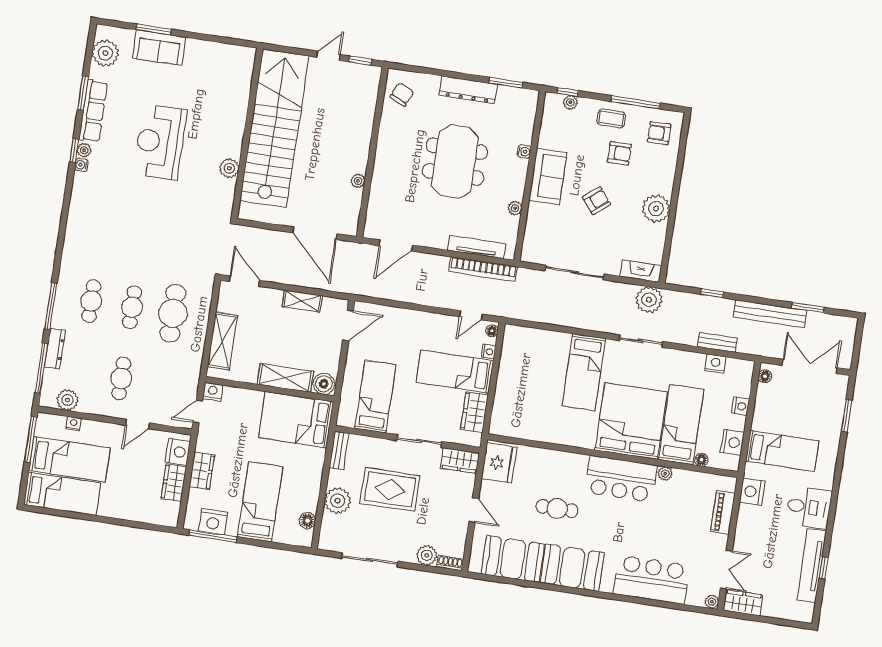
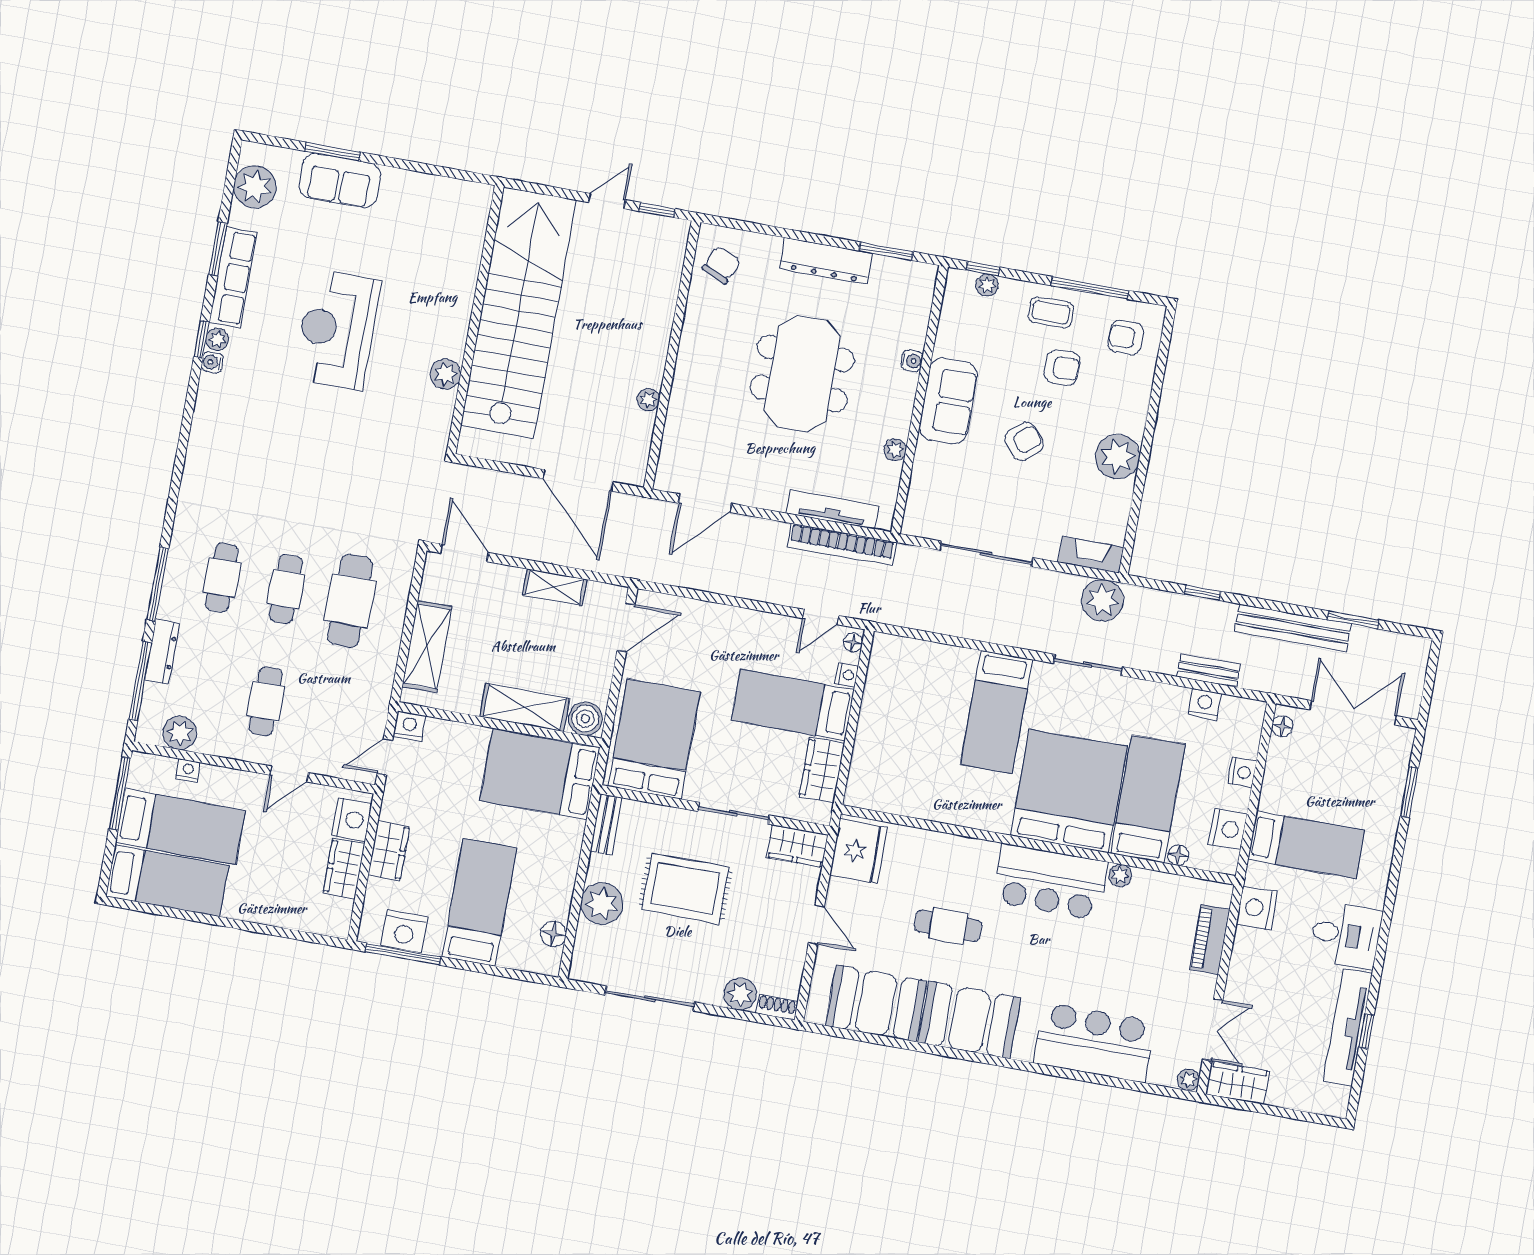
bed: (375, 397) -> (654, 739), width x1.50

